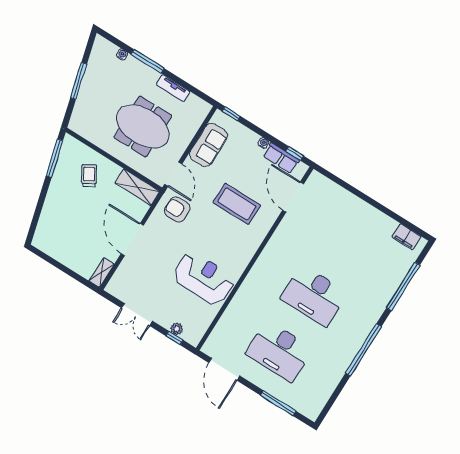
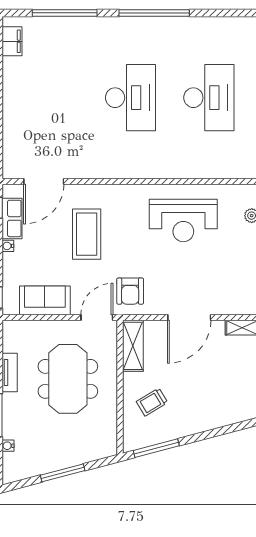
reception desk: (204, 278) -> (183, 220), turned -90

